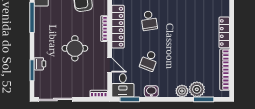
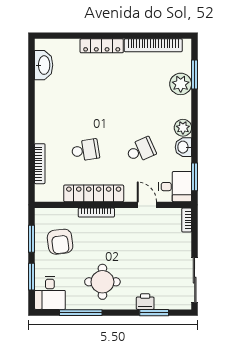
round table: (75, 48) -> (102, 282), moved
school desk: (149, 61) -> (141, 150), turned -45
door: (110, 65) -> (147, 205), hinge flipped
plant: (182, 91) -> (183, 128), moved

